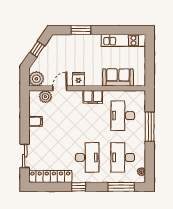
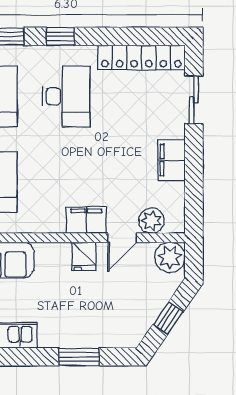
filing cabinet: (93, 97) -> (86, 220), moved
filing cabinet: (36, 121) -> (172, 160), width x2.00
desk: (87, 157) -> (66, 96), turned 180
window: (79, 187) -> (60, 36), moved

